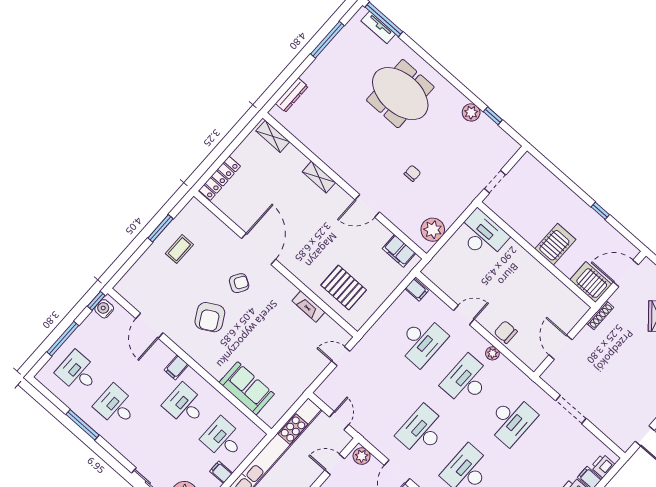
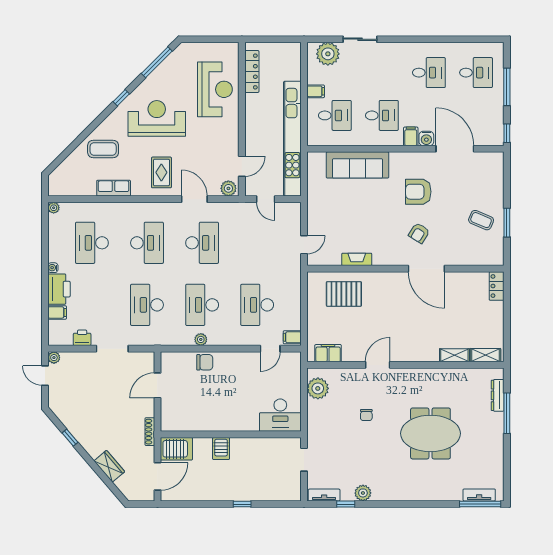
window: (327, 40) -> (507, 413), moved
meeting table: (400, 94) -> (430, 433), moved
tv unit: (504, 139) -> (324, 495), added
shelving: (319, 177) -> (454, 355), moved
locker: (220, 178) -> (497, 286), width x0.66
window: (600, 211) -> (242, 504), moved
server rack: (555, 244) -> (221, 449), width x0.73, depth x0.70
coffee table: (179, 249) -> (481, 220), turned -67
water cooler: (104, 309) -> (426, 139), moved, turned 90
door: (464, 315) -> (270, 349), moved
armchair: (210, 317) -> (418, 192), turned -61
door: (149, 326) -> (455, 149), width x1.36
door: (560, 347) -> (157, 385), swing flipped
desk: (467, 381) -> (202, 305), turned 180
sofa: (247, 388) -> (358, 165), width x1.36
window: (82, 425) -> (441, 39), removed
plant: (625, 444) -> (54, 358), added
printer: (603, 466) -> (82, 338), moved, turned -90

